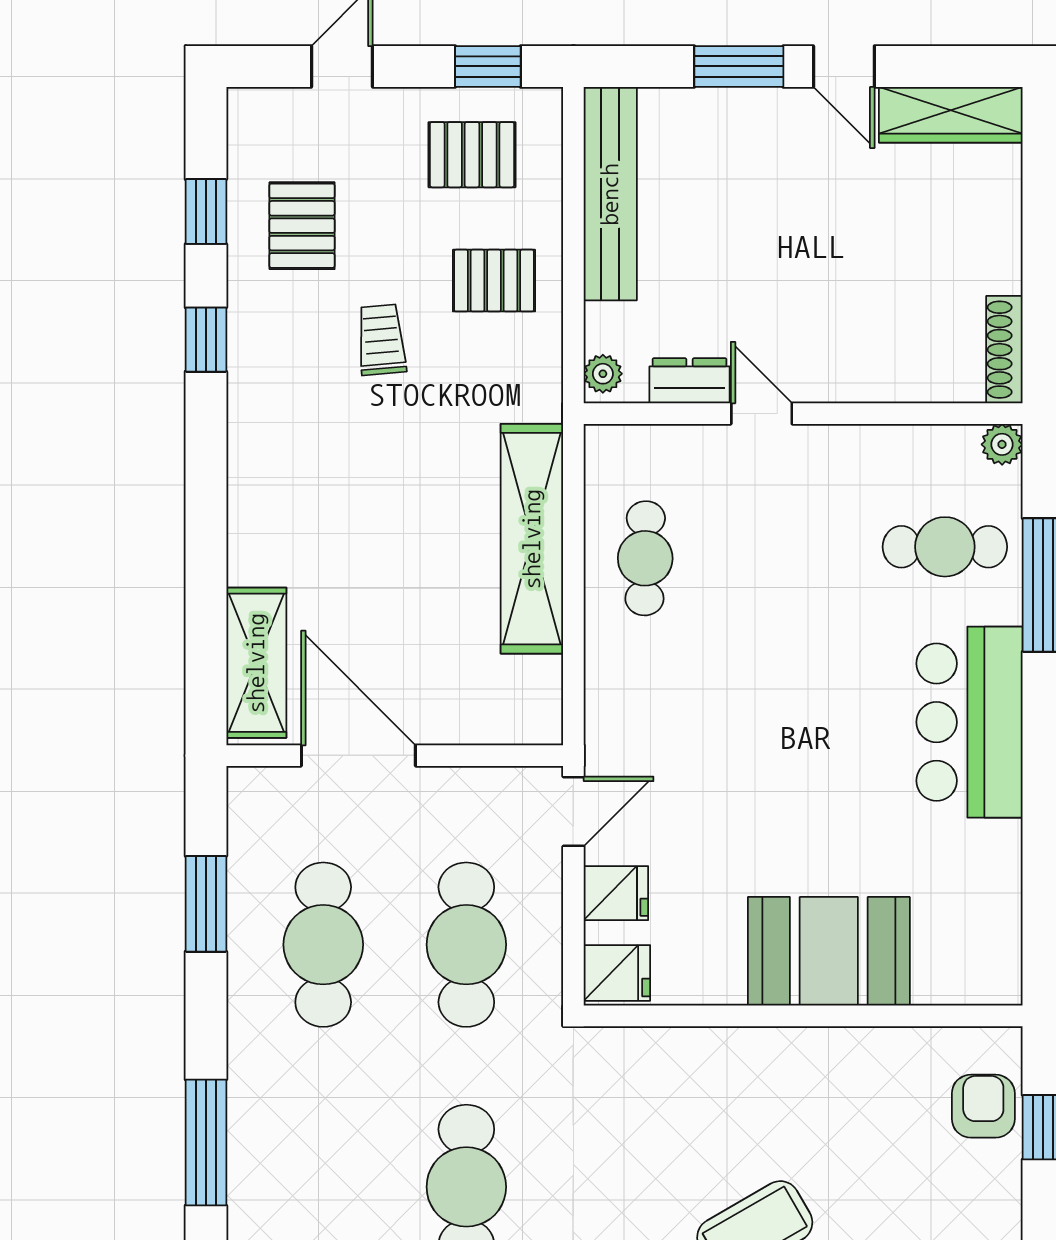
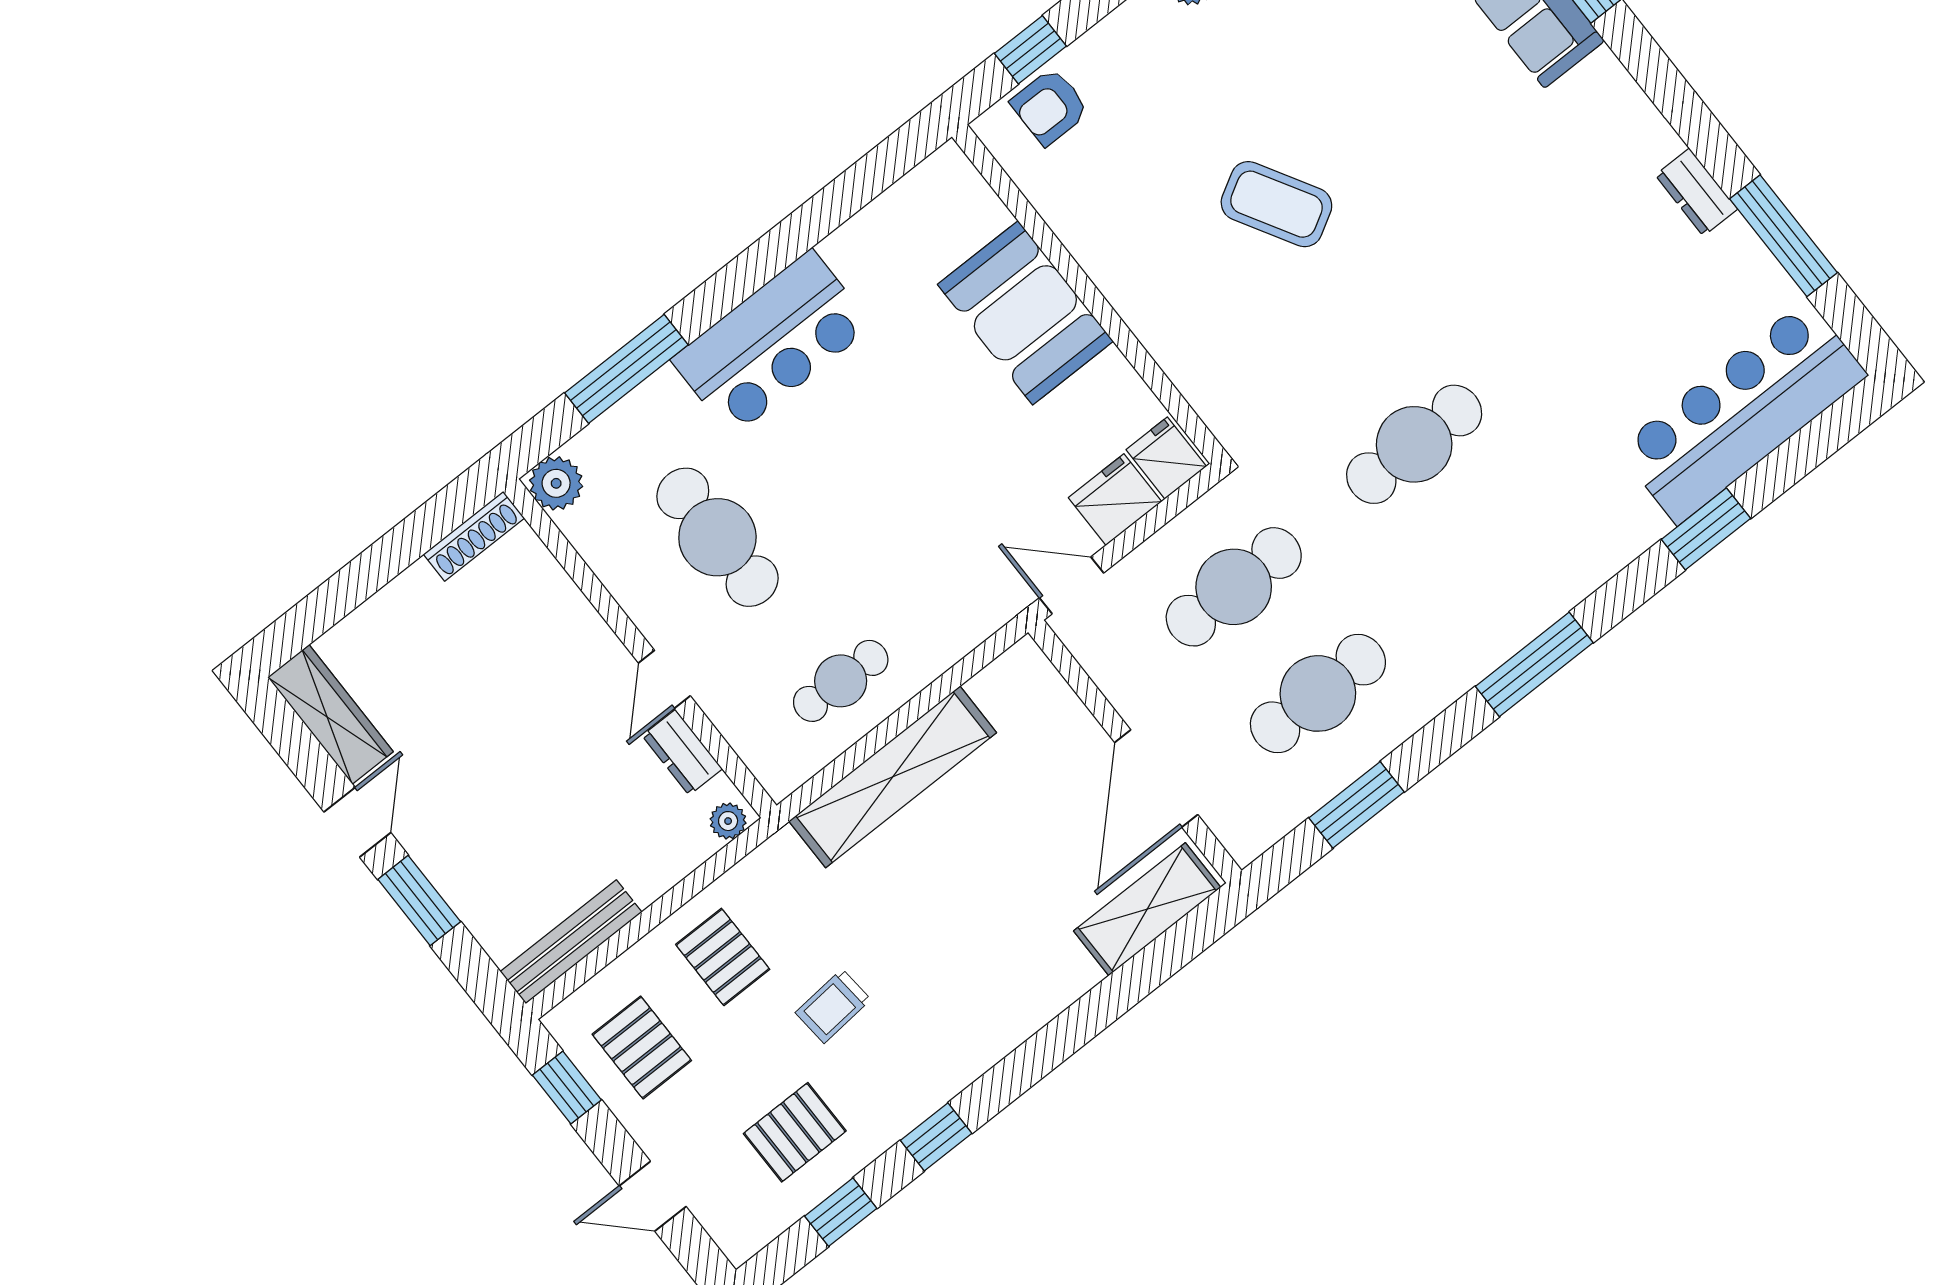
bench: (610, 194) -> (571, 942), width x0.73, depth x0.82
plant: (1002, 444) -> (556, 483), width x1.38, depth x1.38
cafe table: (945, 547) -> (717, 537), moved, width x1.37, depth x1.35
fridge: (616, 893) -> (1115, 500), width x1.38

